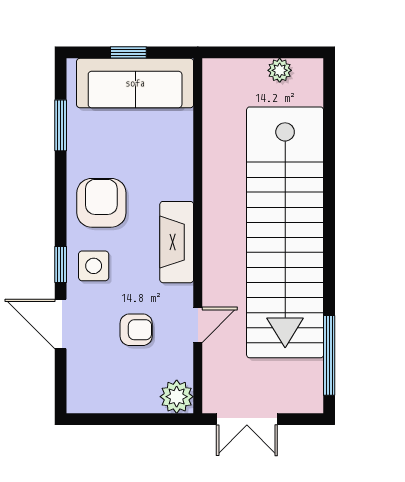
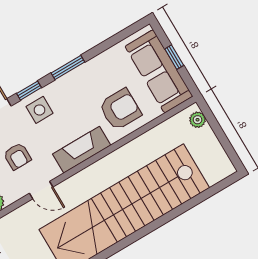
plant: (280, 70) -> (198, 120), moved
window: (61, 125) -> (68, 67), moved
armchair: (101, 203) -> (120, 109), moved

